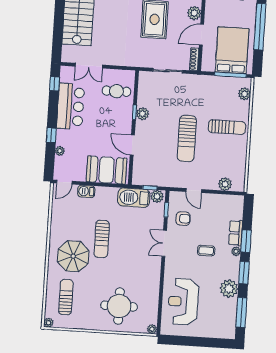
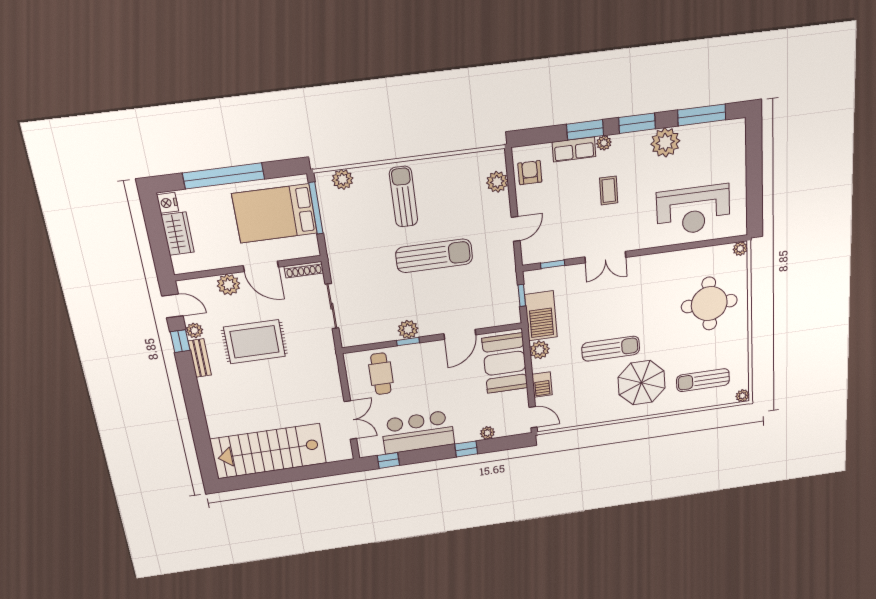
plant: (157, 196) -> (540, 350), moved
armchair: (183, 219) -> (530, 173), moved

